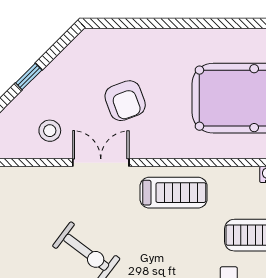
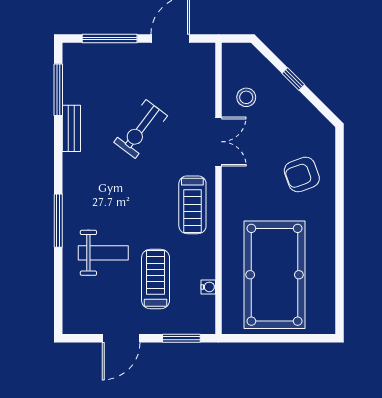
armchair: (125, 101) -> (302, 174), moved

